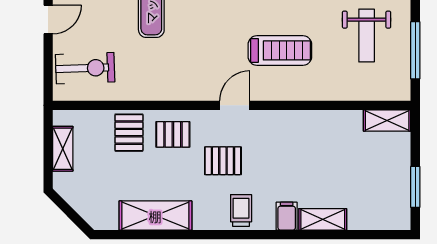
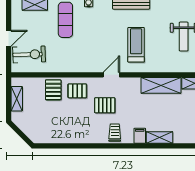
door: (48, 20) -> (9, 38), moved
treadmill: (280, 50) -> (136, 45), turned -90
shelving: (155, 216) -> (161, 85), moved

